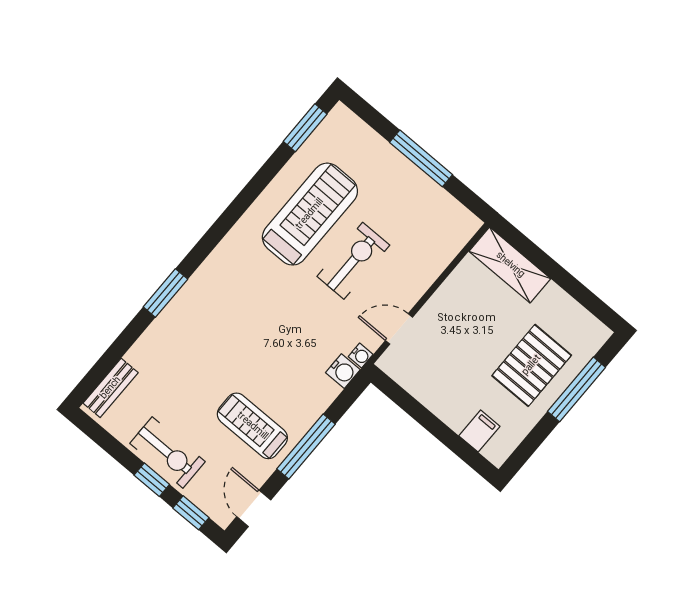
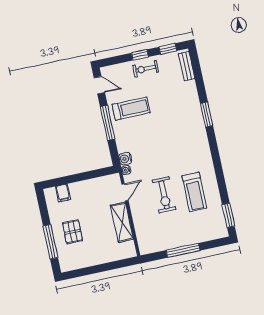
treadmill: (310, 214) -> (194, 192), width x0.73, depth x0.73
shelving: (510, 265) -> (122, 222), moved, turned 90
pallet: (532, 365) -> (73, 232), width x0.67, depth x0.71
exercise bike: (168, 452) -> (146, 69), width x0.73, depth x0.72
window: (191, 513) -> (168, 49), moved

